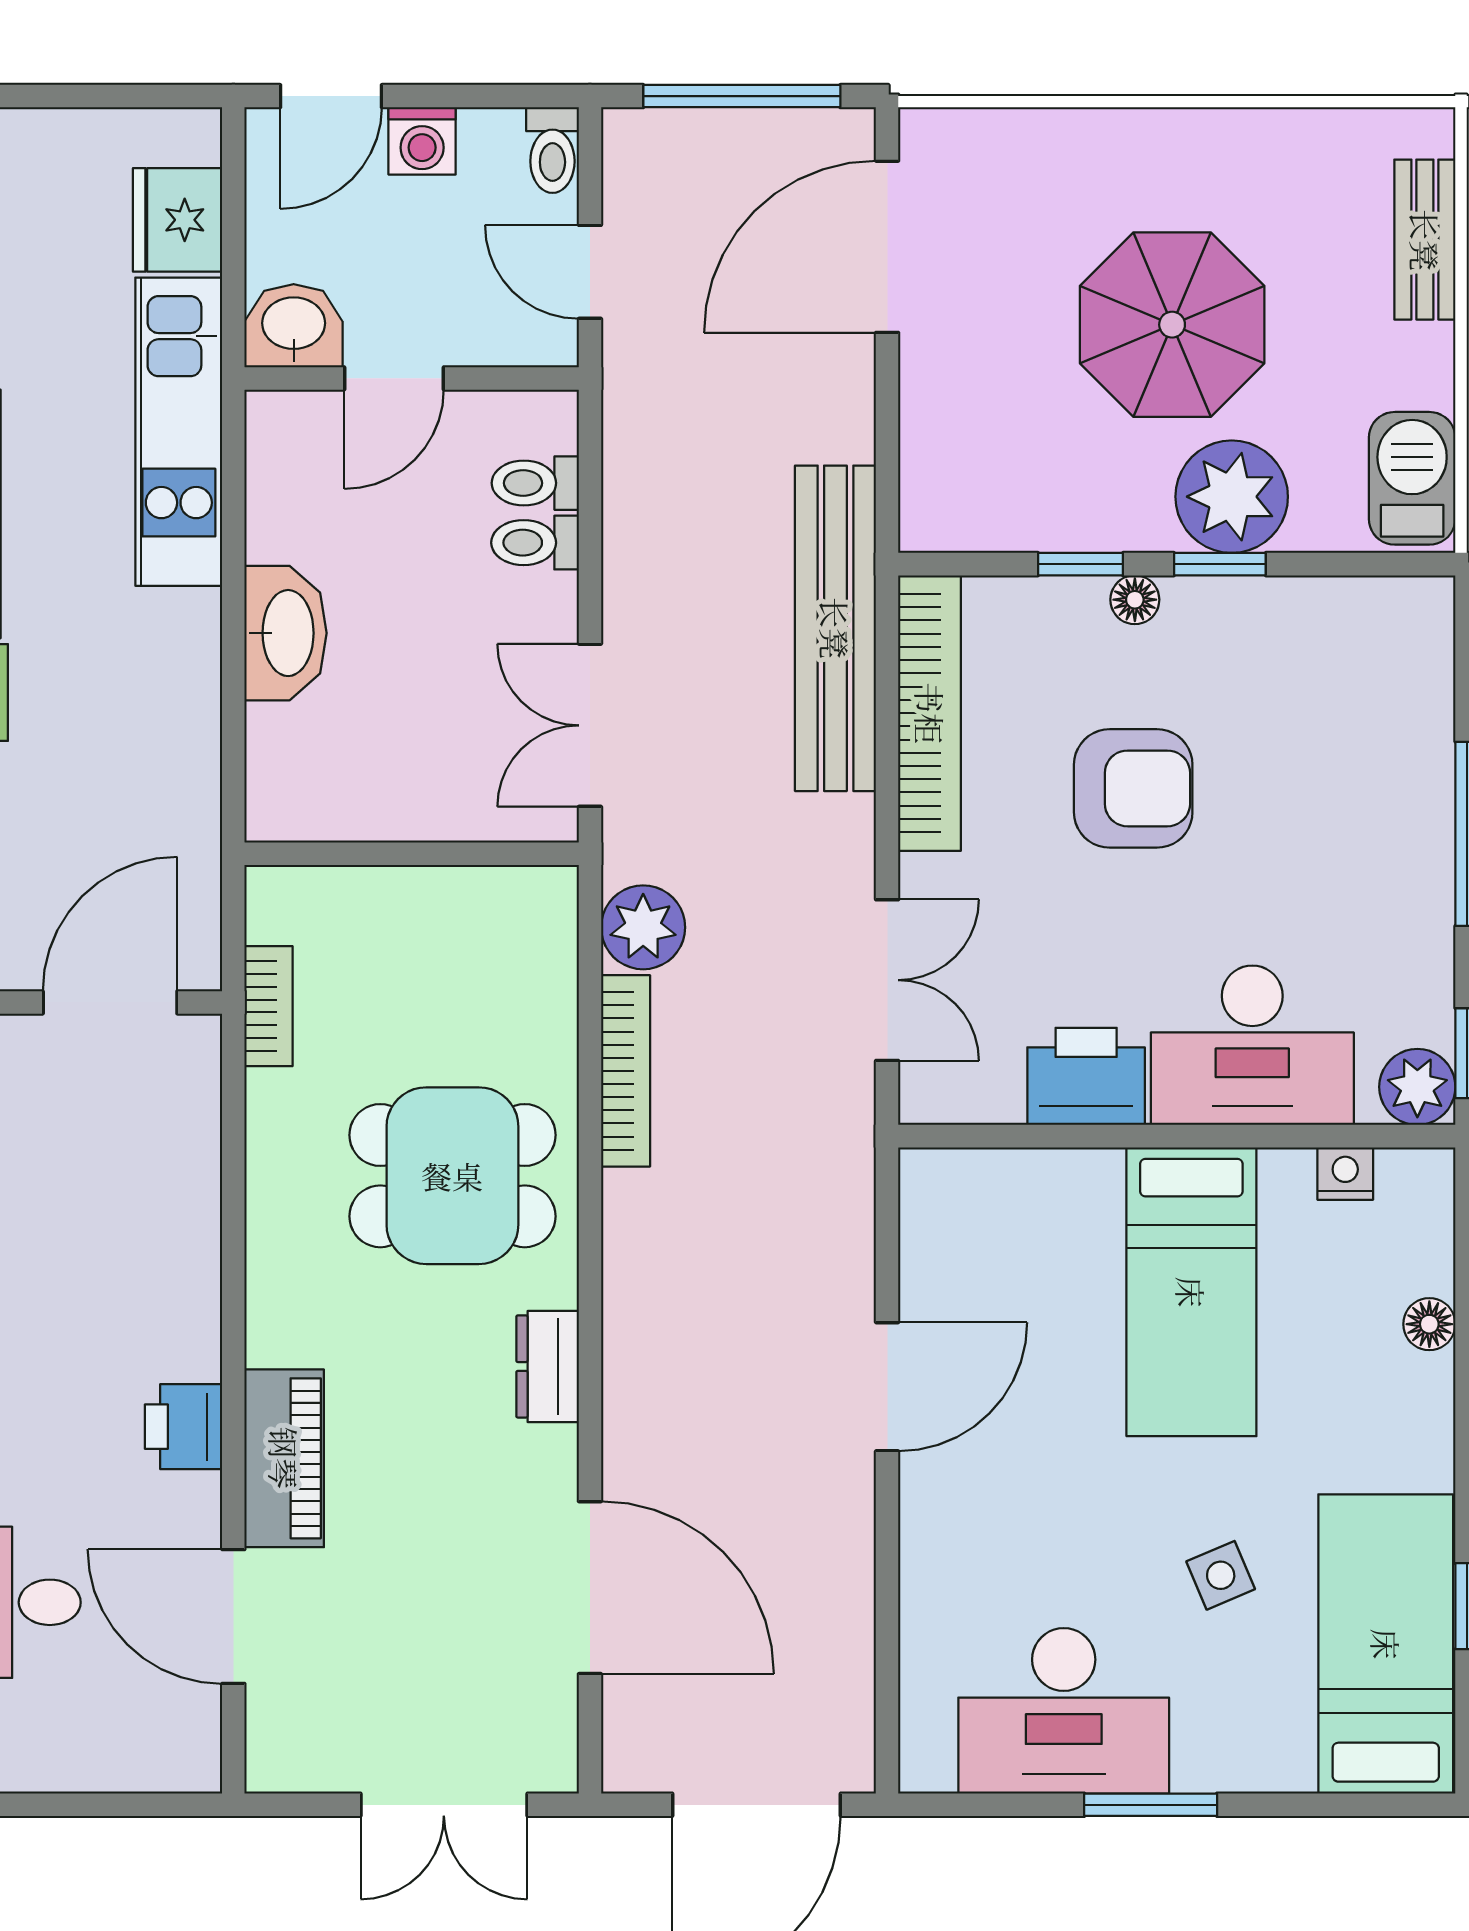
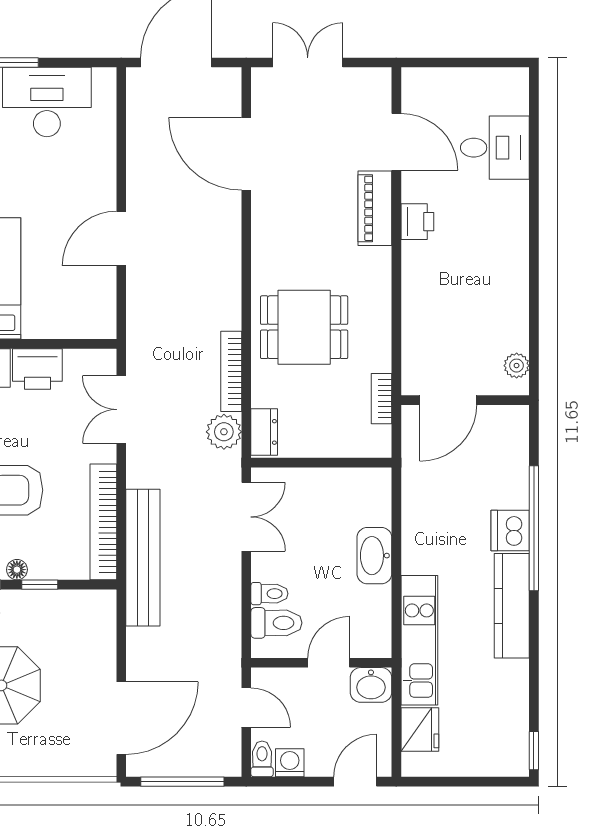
washing machine: (422, 141) -> (290, 763), moved
toilet: (535, 483) -> (276, 623), width x1.37, depth x1.39
dresser: (548, 1366) -> (264, 432), moved

